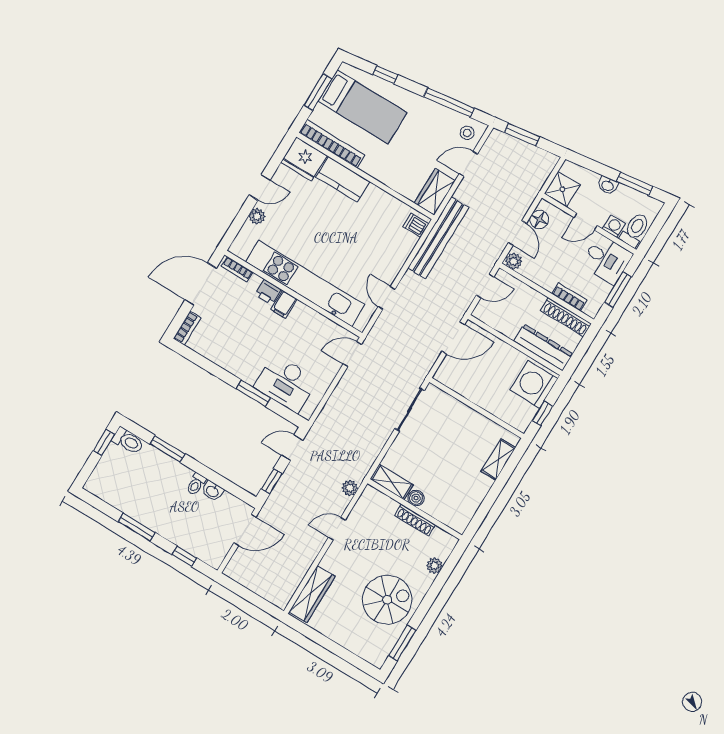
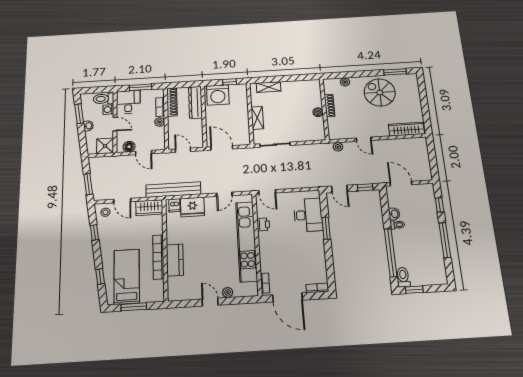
window: (449, 102) -> (94, 232), width x0.46
bookcase: (332, 144) -> (158, 257), moved
fridge: (304, 159) -> (192, 207), moved, turned 90
door: (517, 233) -> (144, 153), swing flipped
plant: (514, 261) -> (160, 122), moved
printer: (268, 292) -> (263, 224), moved
filing cabinet: (284, 304) -> (266, 245), removed
window: (168, 449) -> (391, 253), width x2.11
shelving: (391, 482) -> (257, 118), moved
window: (137, 527) -> (445, 240), width x1.44

